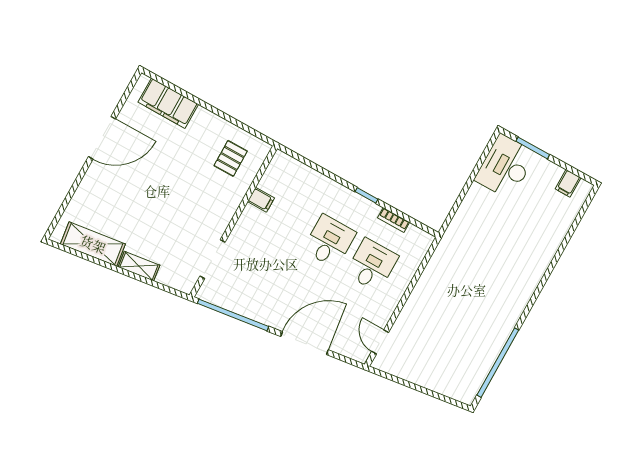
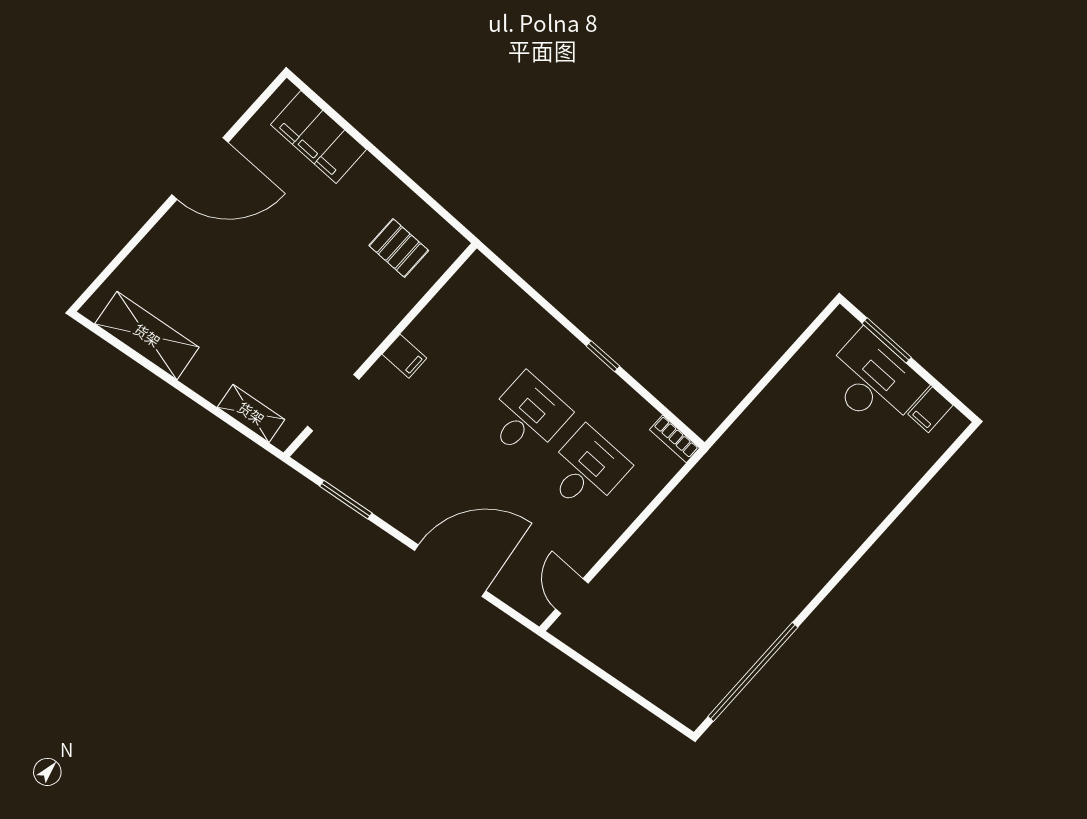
pallet: (231, 158) -> (399, 248), turned 90
desk: (505, 167) -> (873, 381), moved, turned 90
filing cabinet: (261, 200) -> (404, 356), moved
bookcase: (394, 220) -> (674, 439), moved
shelving: (139, 266) -> (251, 413), moved
window: (233, 315) -> (346, 500), width x0.47

